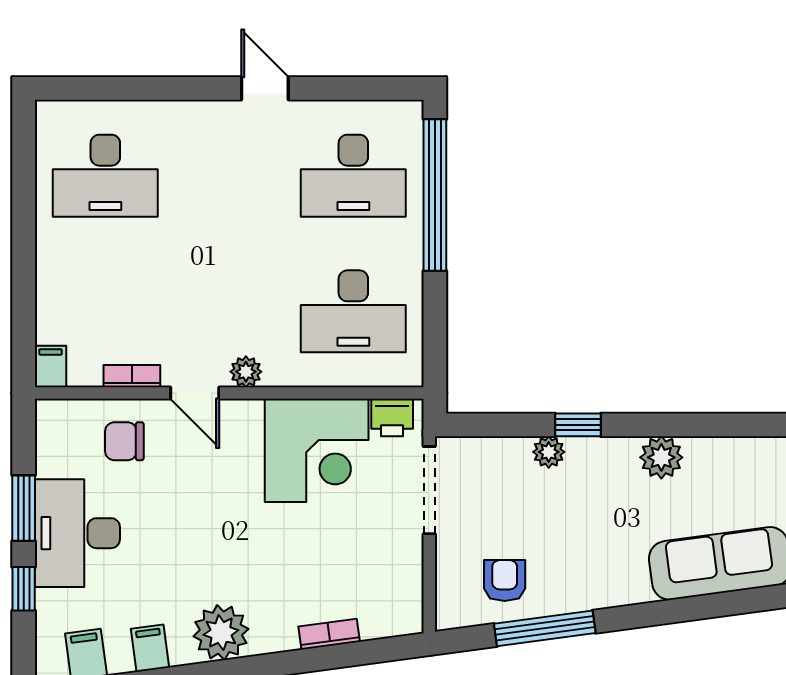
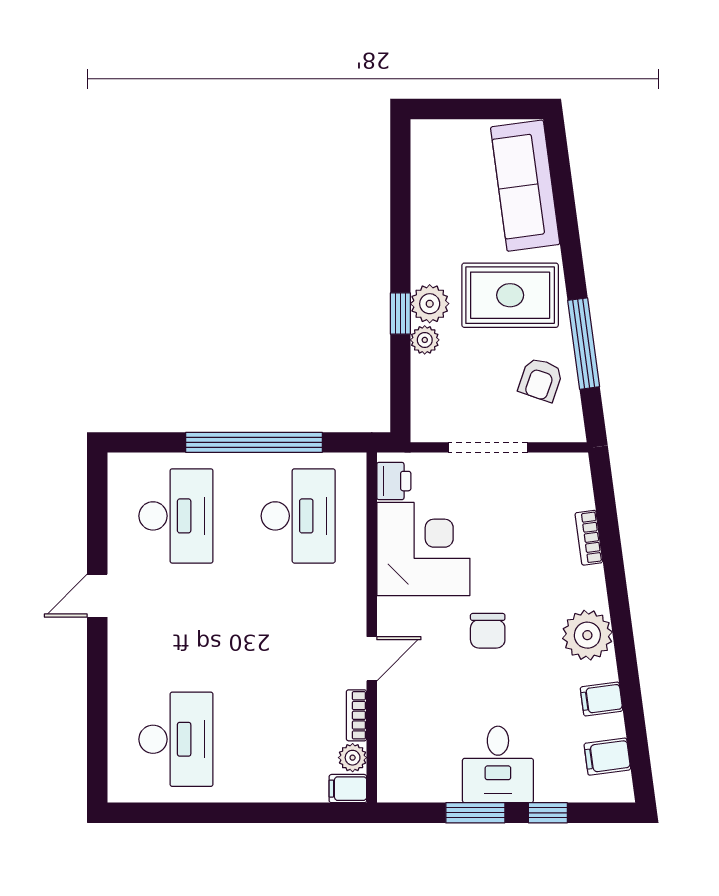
window: (435, 195) -> (254, 442), moved
plant: (246, 372) -> (353, 758), moved
chair: (124, 441) -> (488, 631), moved
plant: (661, 457) -> (430, 304), moved
doorway: (429, 490) -> (488, 447), moved
desk: (77, 533) -> (498, 764), width x0.73
rug: (598, 547) -> (510, 295), added
armchair: (505, 581) -> (541, 380), turned -71

